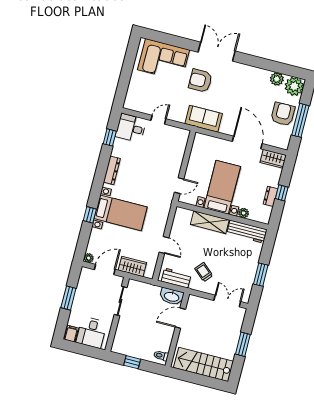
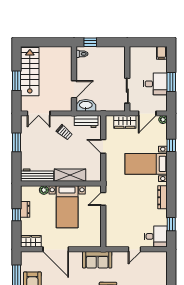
window: (90, 215) -> (171, 145), moved
desk: (91, 332) -> (155, 84), moved, turned 90
window: (132, 362) -> (90, 42), moved
stairs: (203, 364) -> (30, 72), moved, turned -90

